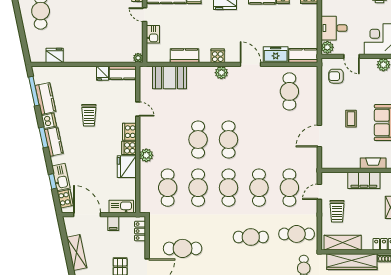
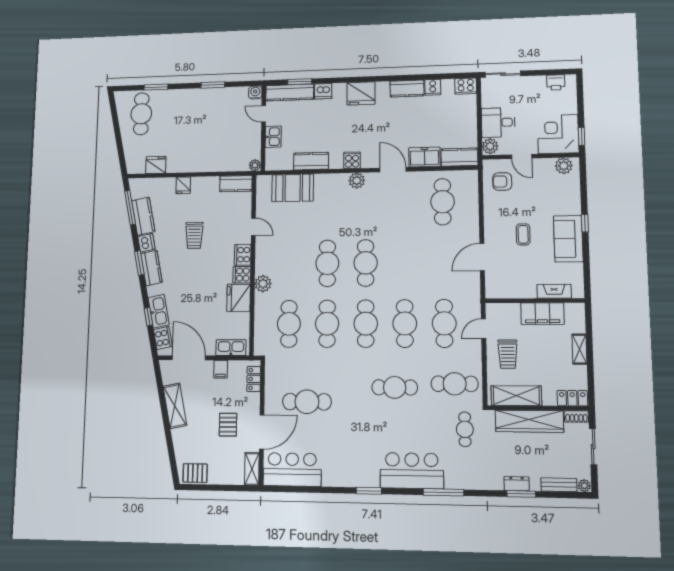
fridge: (103, 73) -> (183, 185), moved

